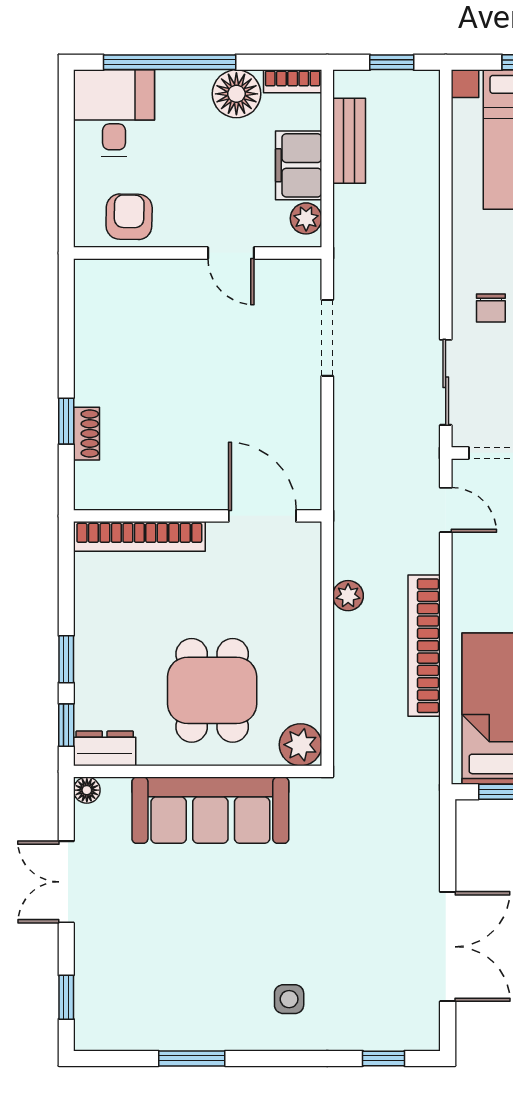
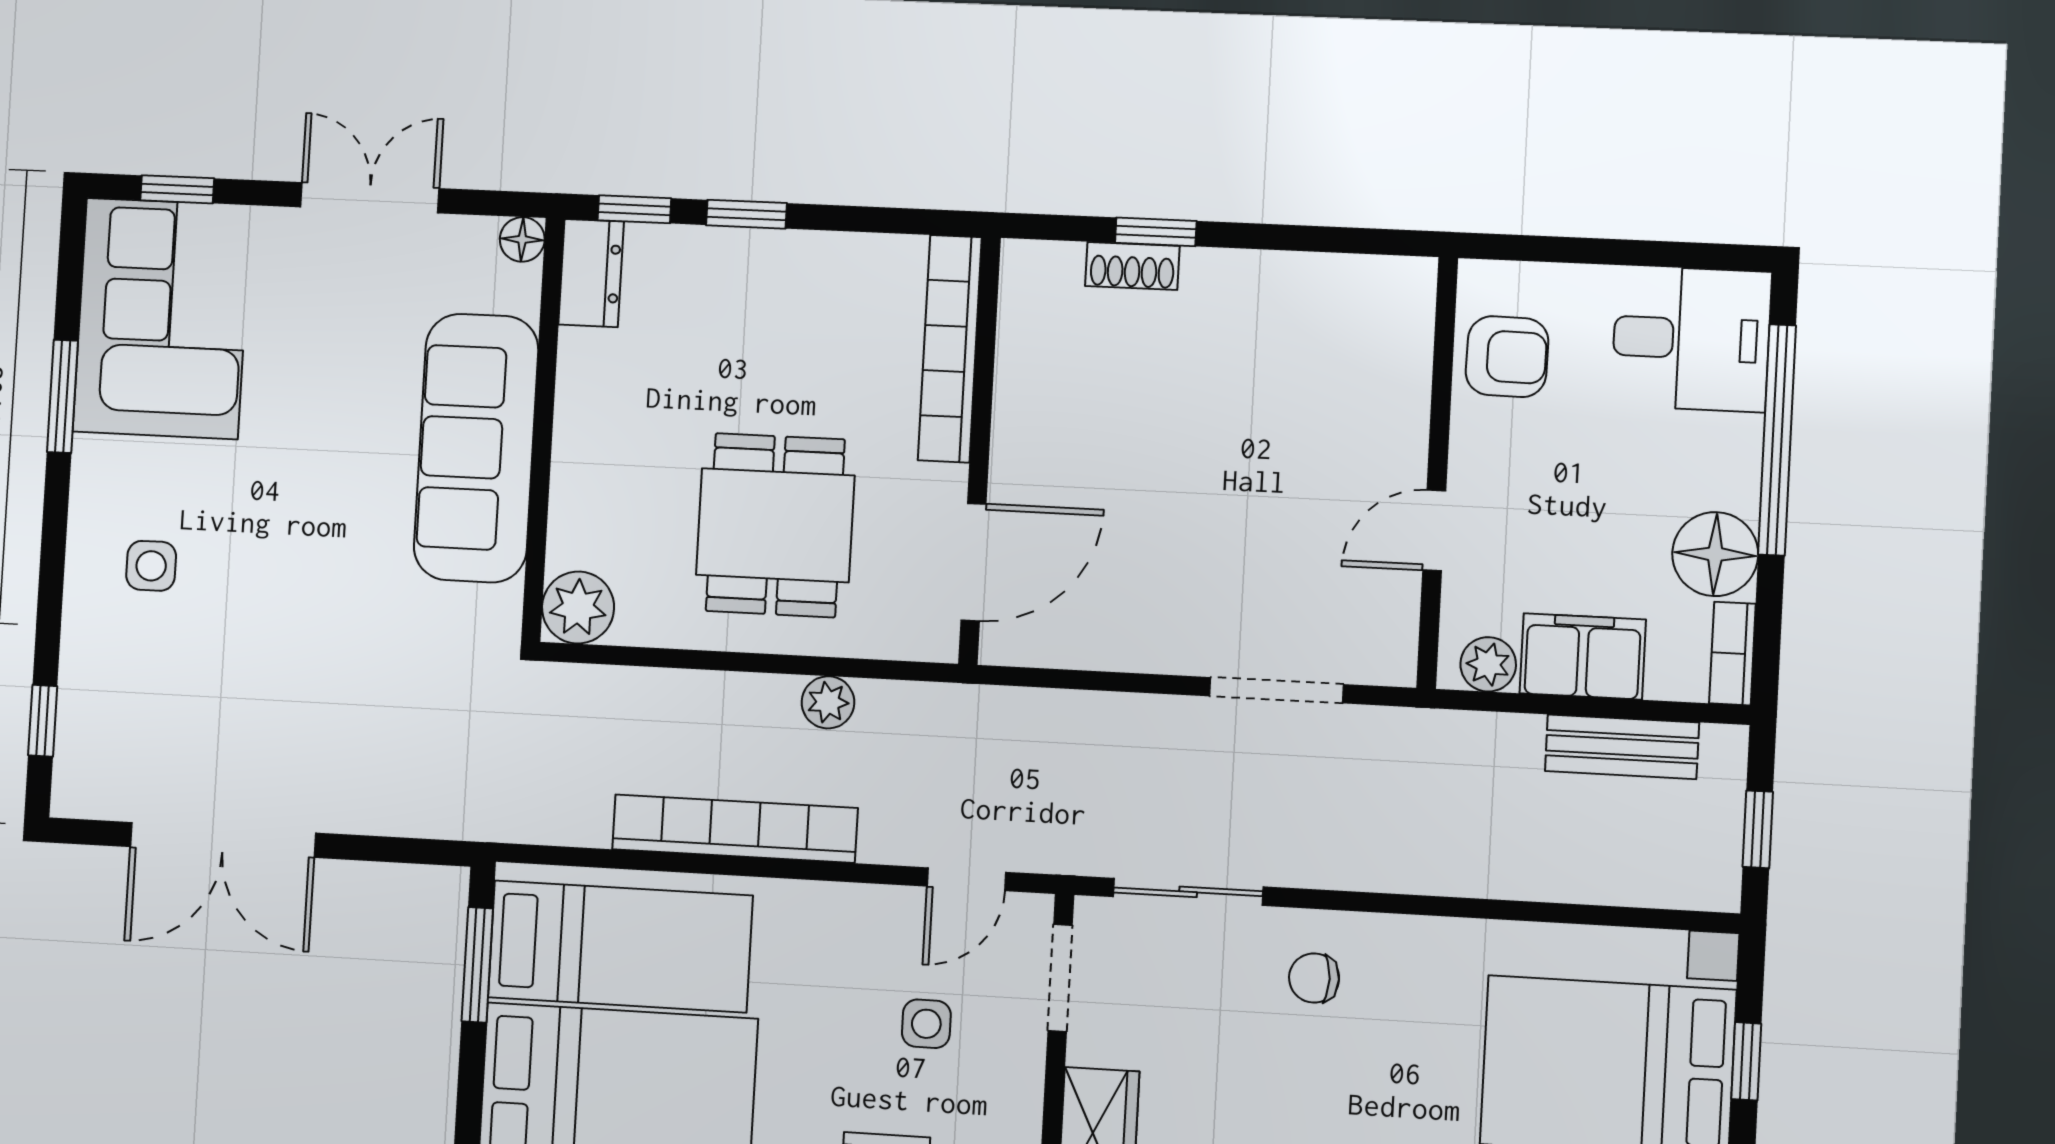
dining table: (212, 690) -> (775, 525), moved, turned 90
corner sofa: (143, 1002) -> (162, 318), added

